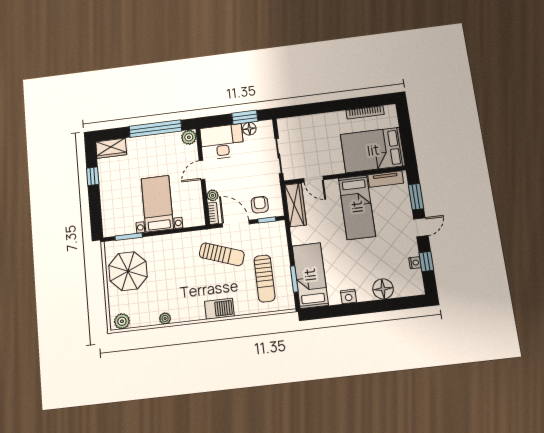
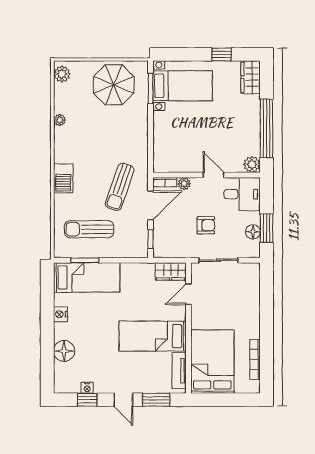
desk: (222, 142) -> (242, 194), width x0.73
bed with nightstands: (157, 204) -> (183, 86), moved
armchair: (260, 205) -> (206, 225), moved
wardrobe: (296, 205) -> (171, 271), width x0.67

